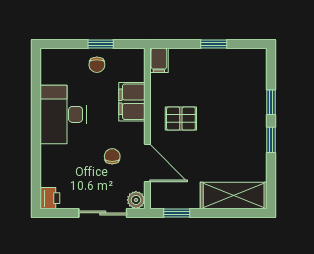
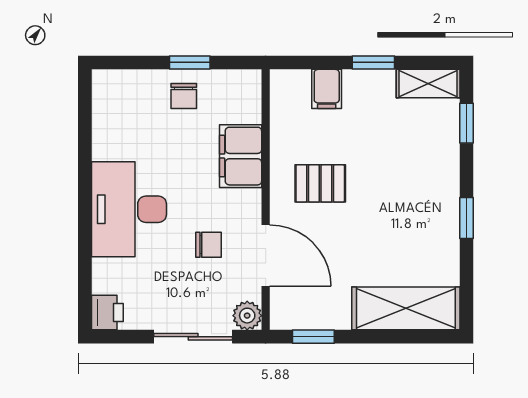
shelving: (247, 57) -> (428, 84), added
filing cabinet: (159, 60) -> (327, 89), moved
window: (271, 102) -> (466, 123), moved
desk: (63, 114) -> (129, 209), moved
chair: (112, 156) -> (209, 245), turned 90

